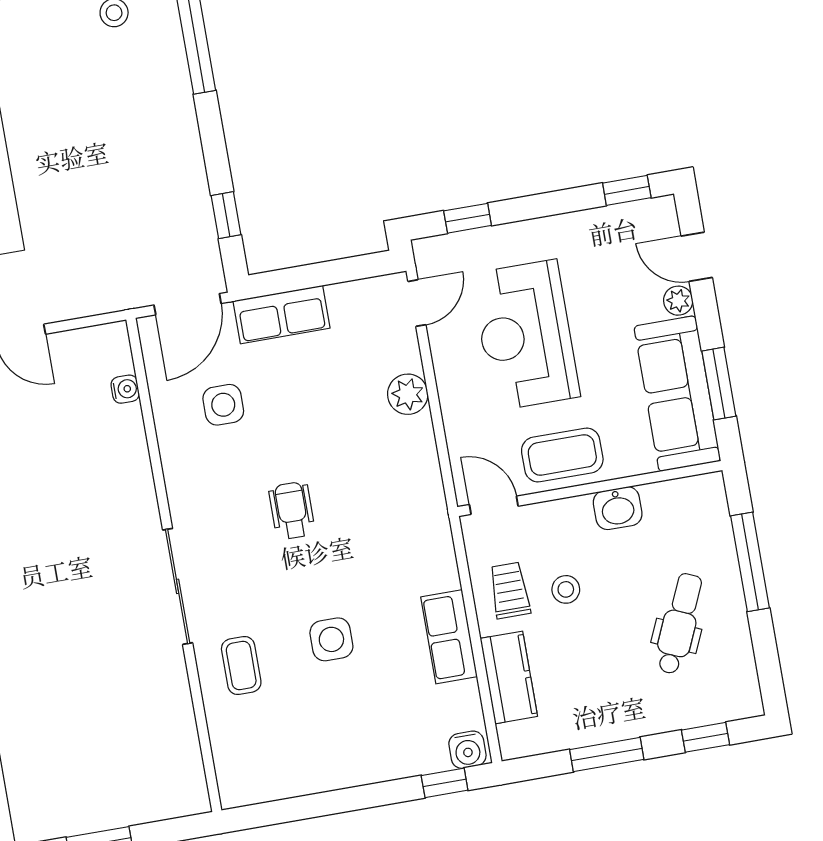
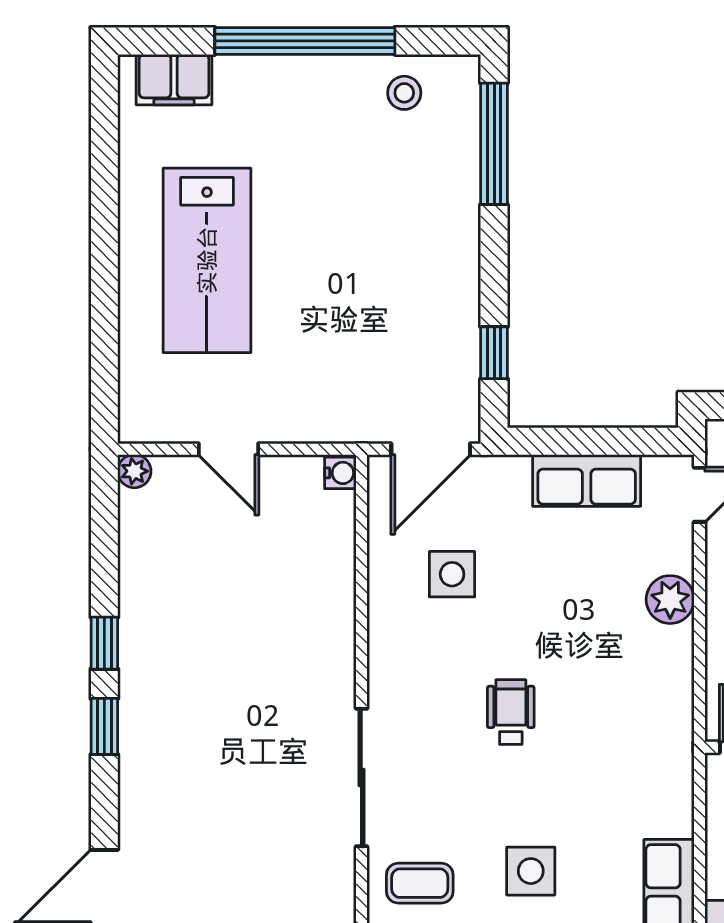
row of seats: (281, 315) -> (587, 480), moved
water cooler: (125, 389) -> (340, 473), moved
coffee table: (241, 665) -> (420, 883), turned 90

